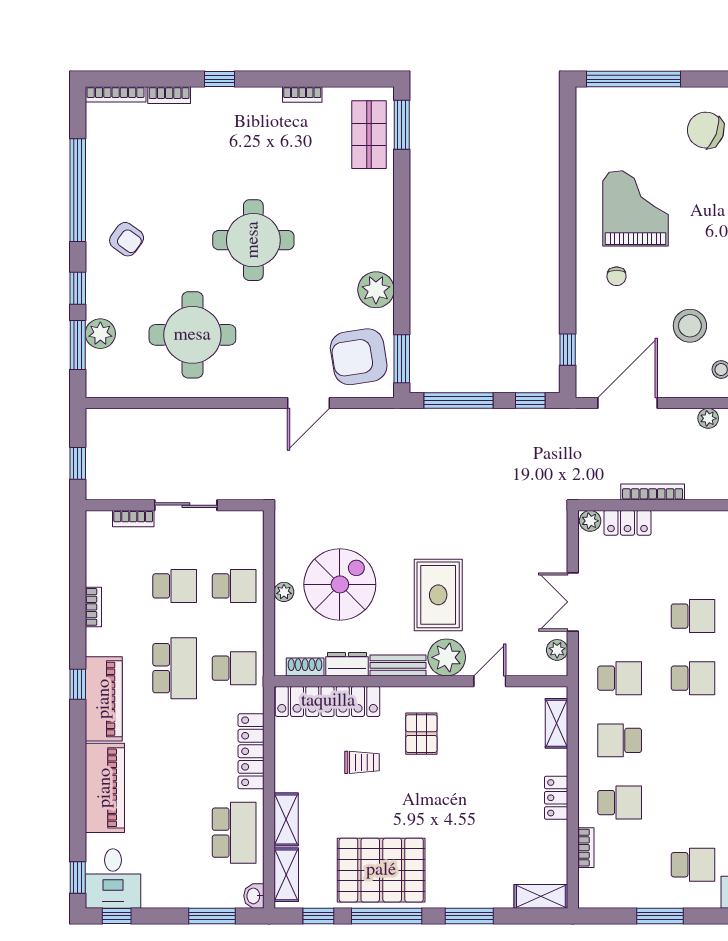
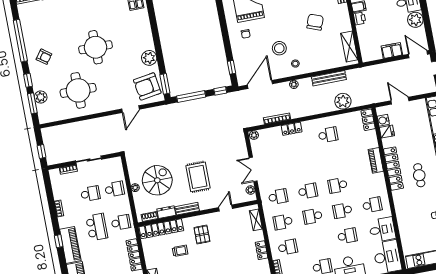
locker: (627, 523) -> (292, 129), moved
school desk: (693, 616) -> (313, 216), moved, turned 180
plant: (447, 657) -> (206, 202), removed

